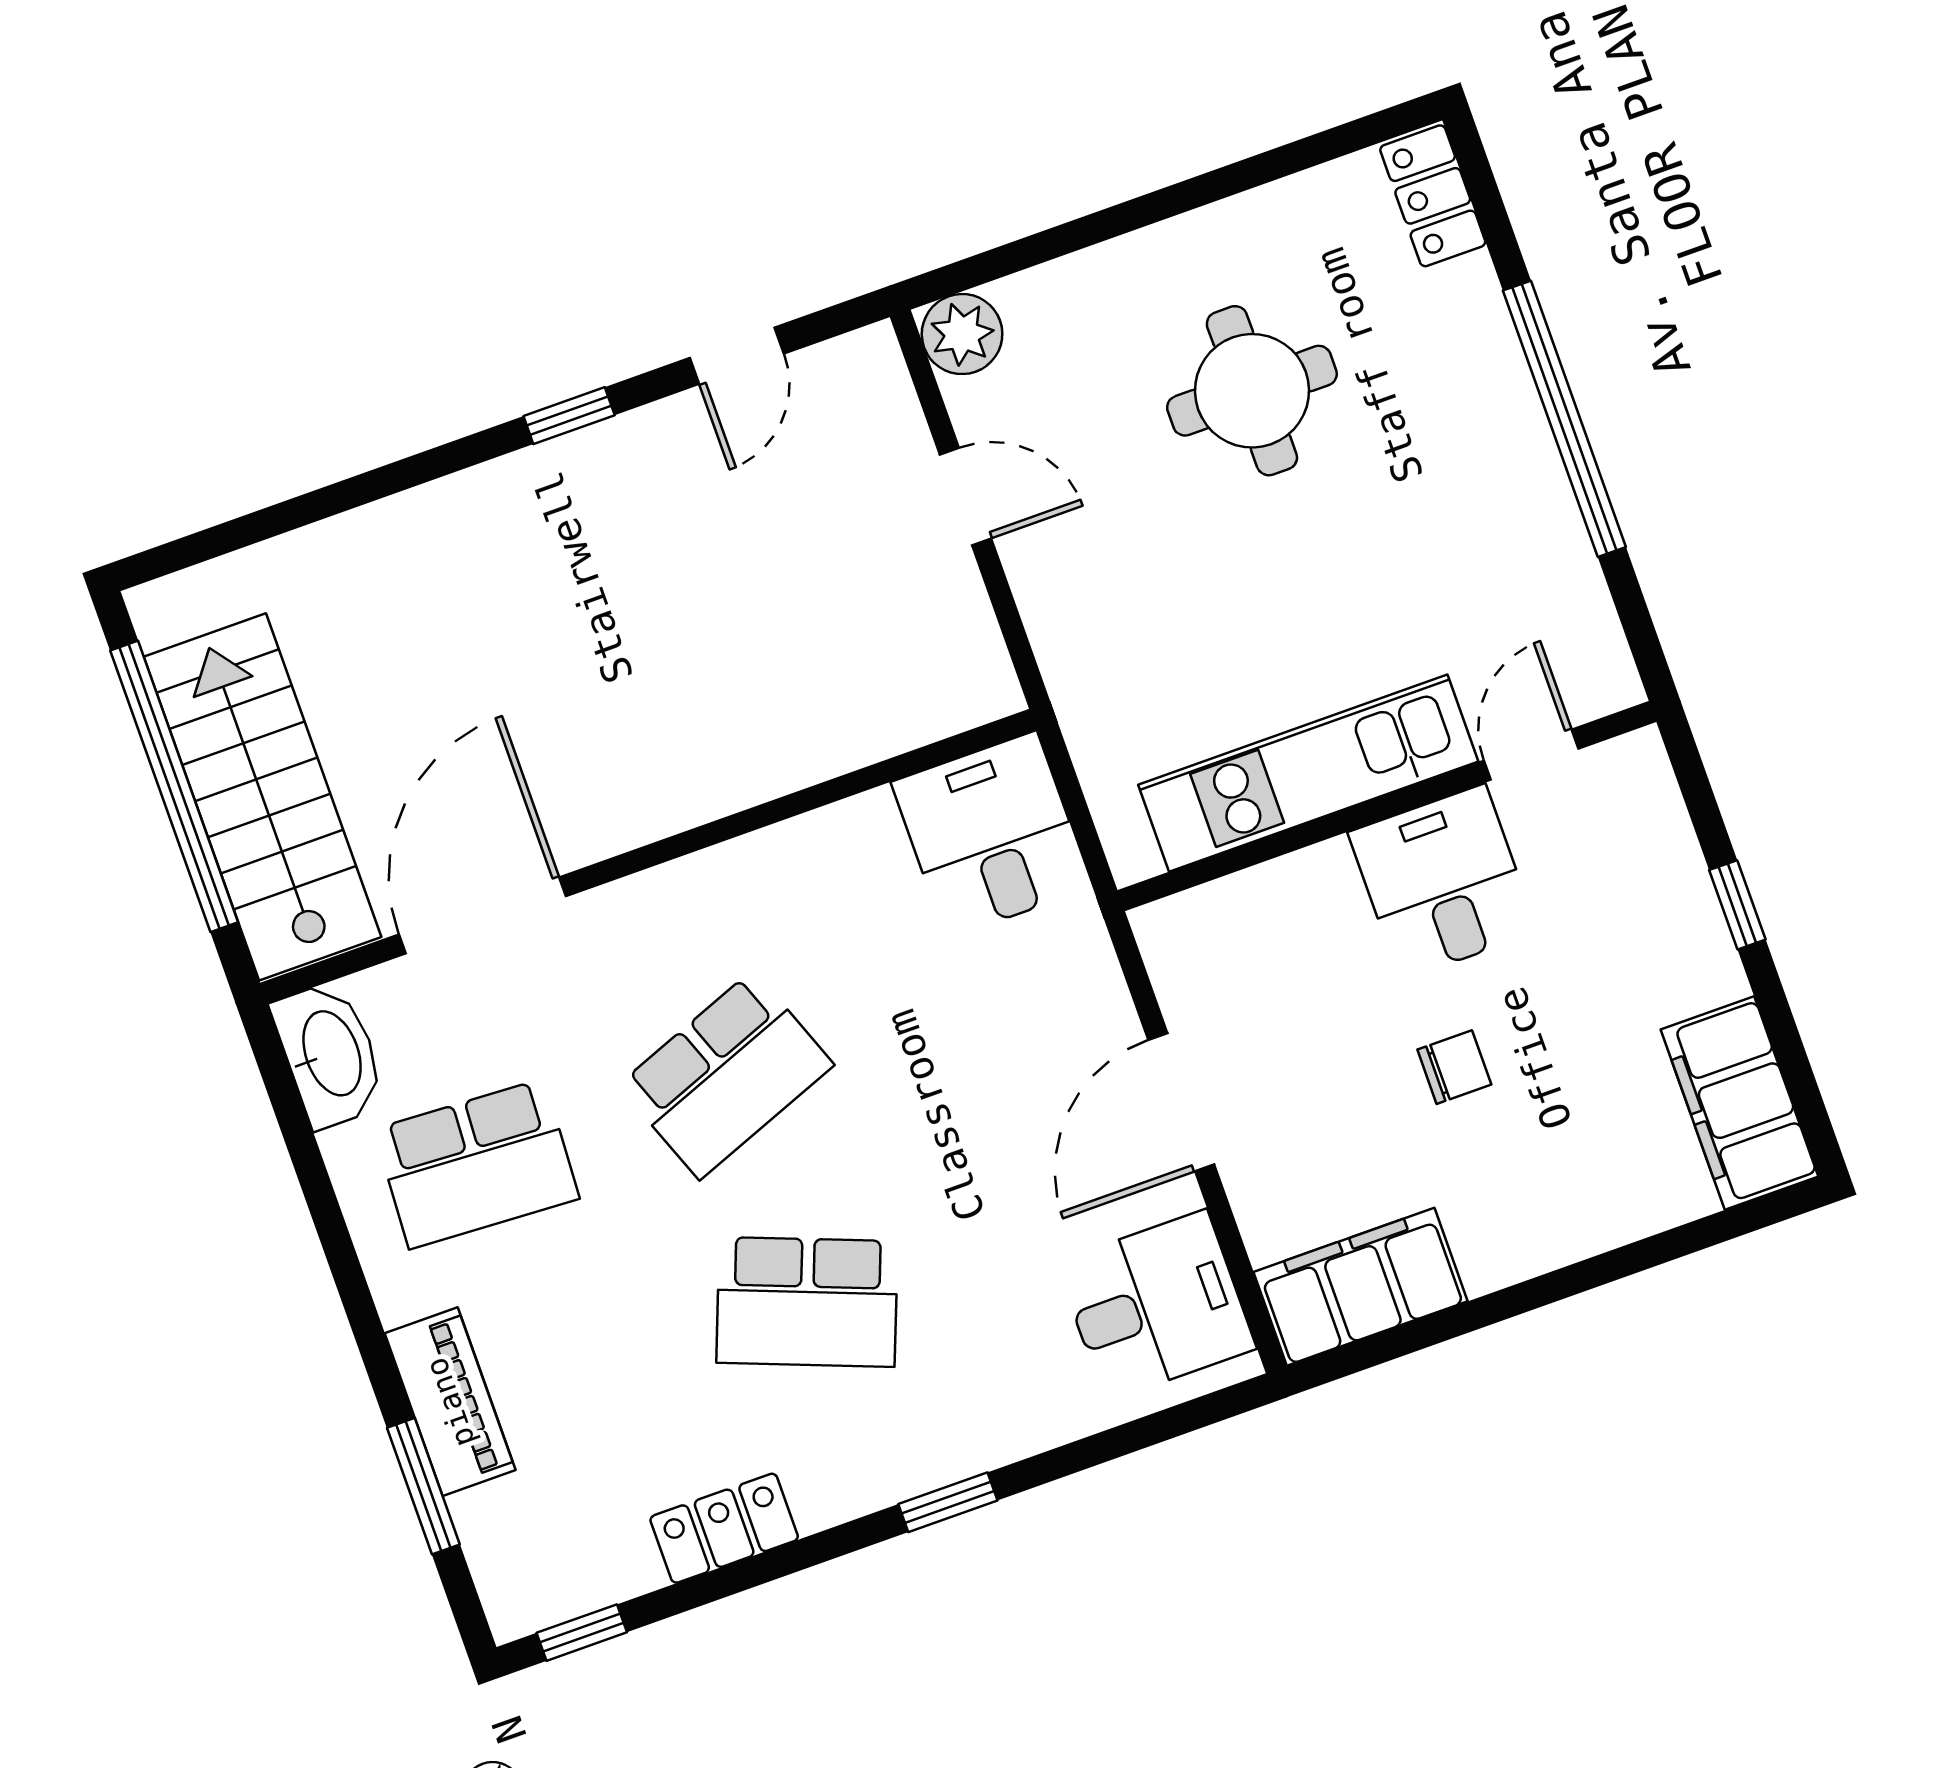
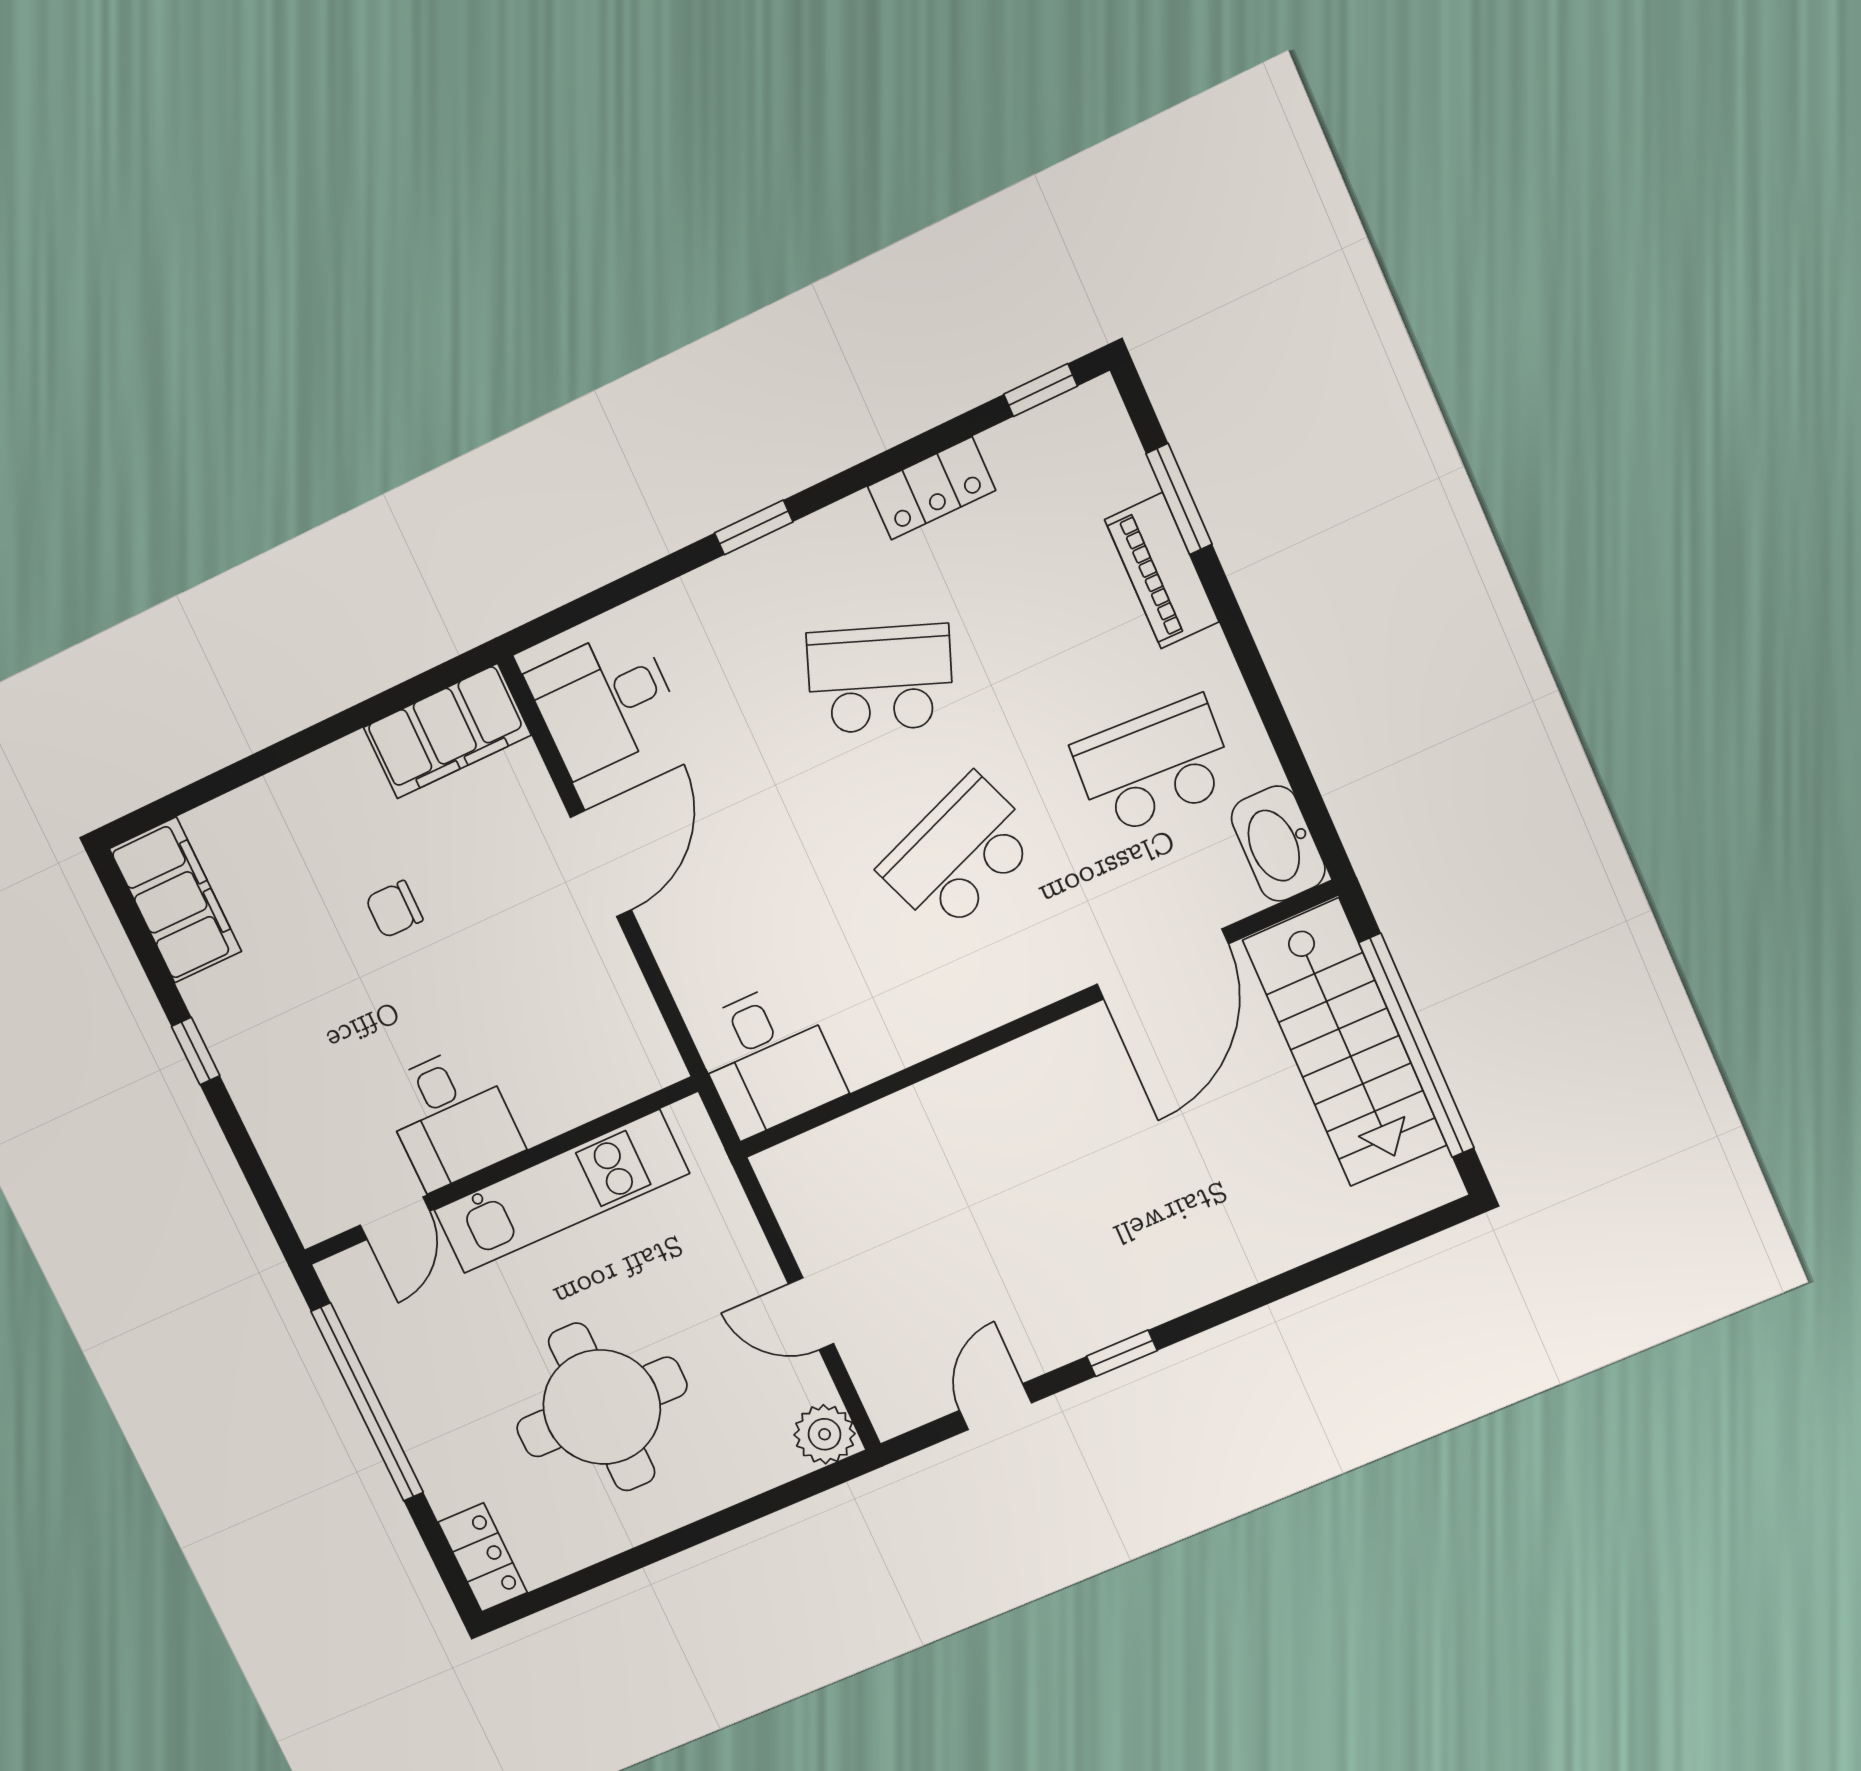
round table: (1252, 391) -> (602, 1407), width x1.36, depth x1.36
door: (1531, 755) -> (395, 1218), moved
kitchen unit: (1308, 773) -> (561, 1192), moved
wall: (1387, 806) -> (499, 1171), moved
desk: (1443, 882) -> (451, 1117), moved

